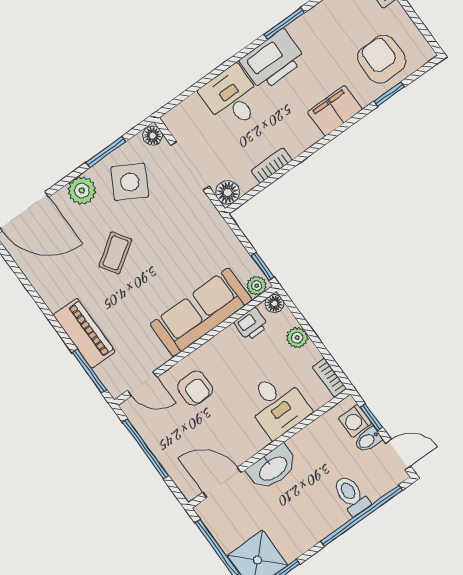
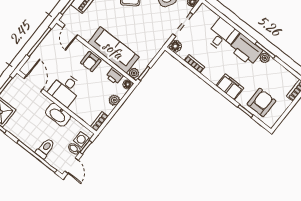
plant: (299, 29) -> (265, 58), added
armchair: (195, 388) -> (91, 62), moved
desk: (277, 405) -> (65, 89), moved
washbasin: (273, 468) -> (58, 115), moved

